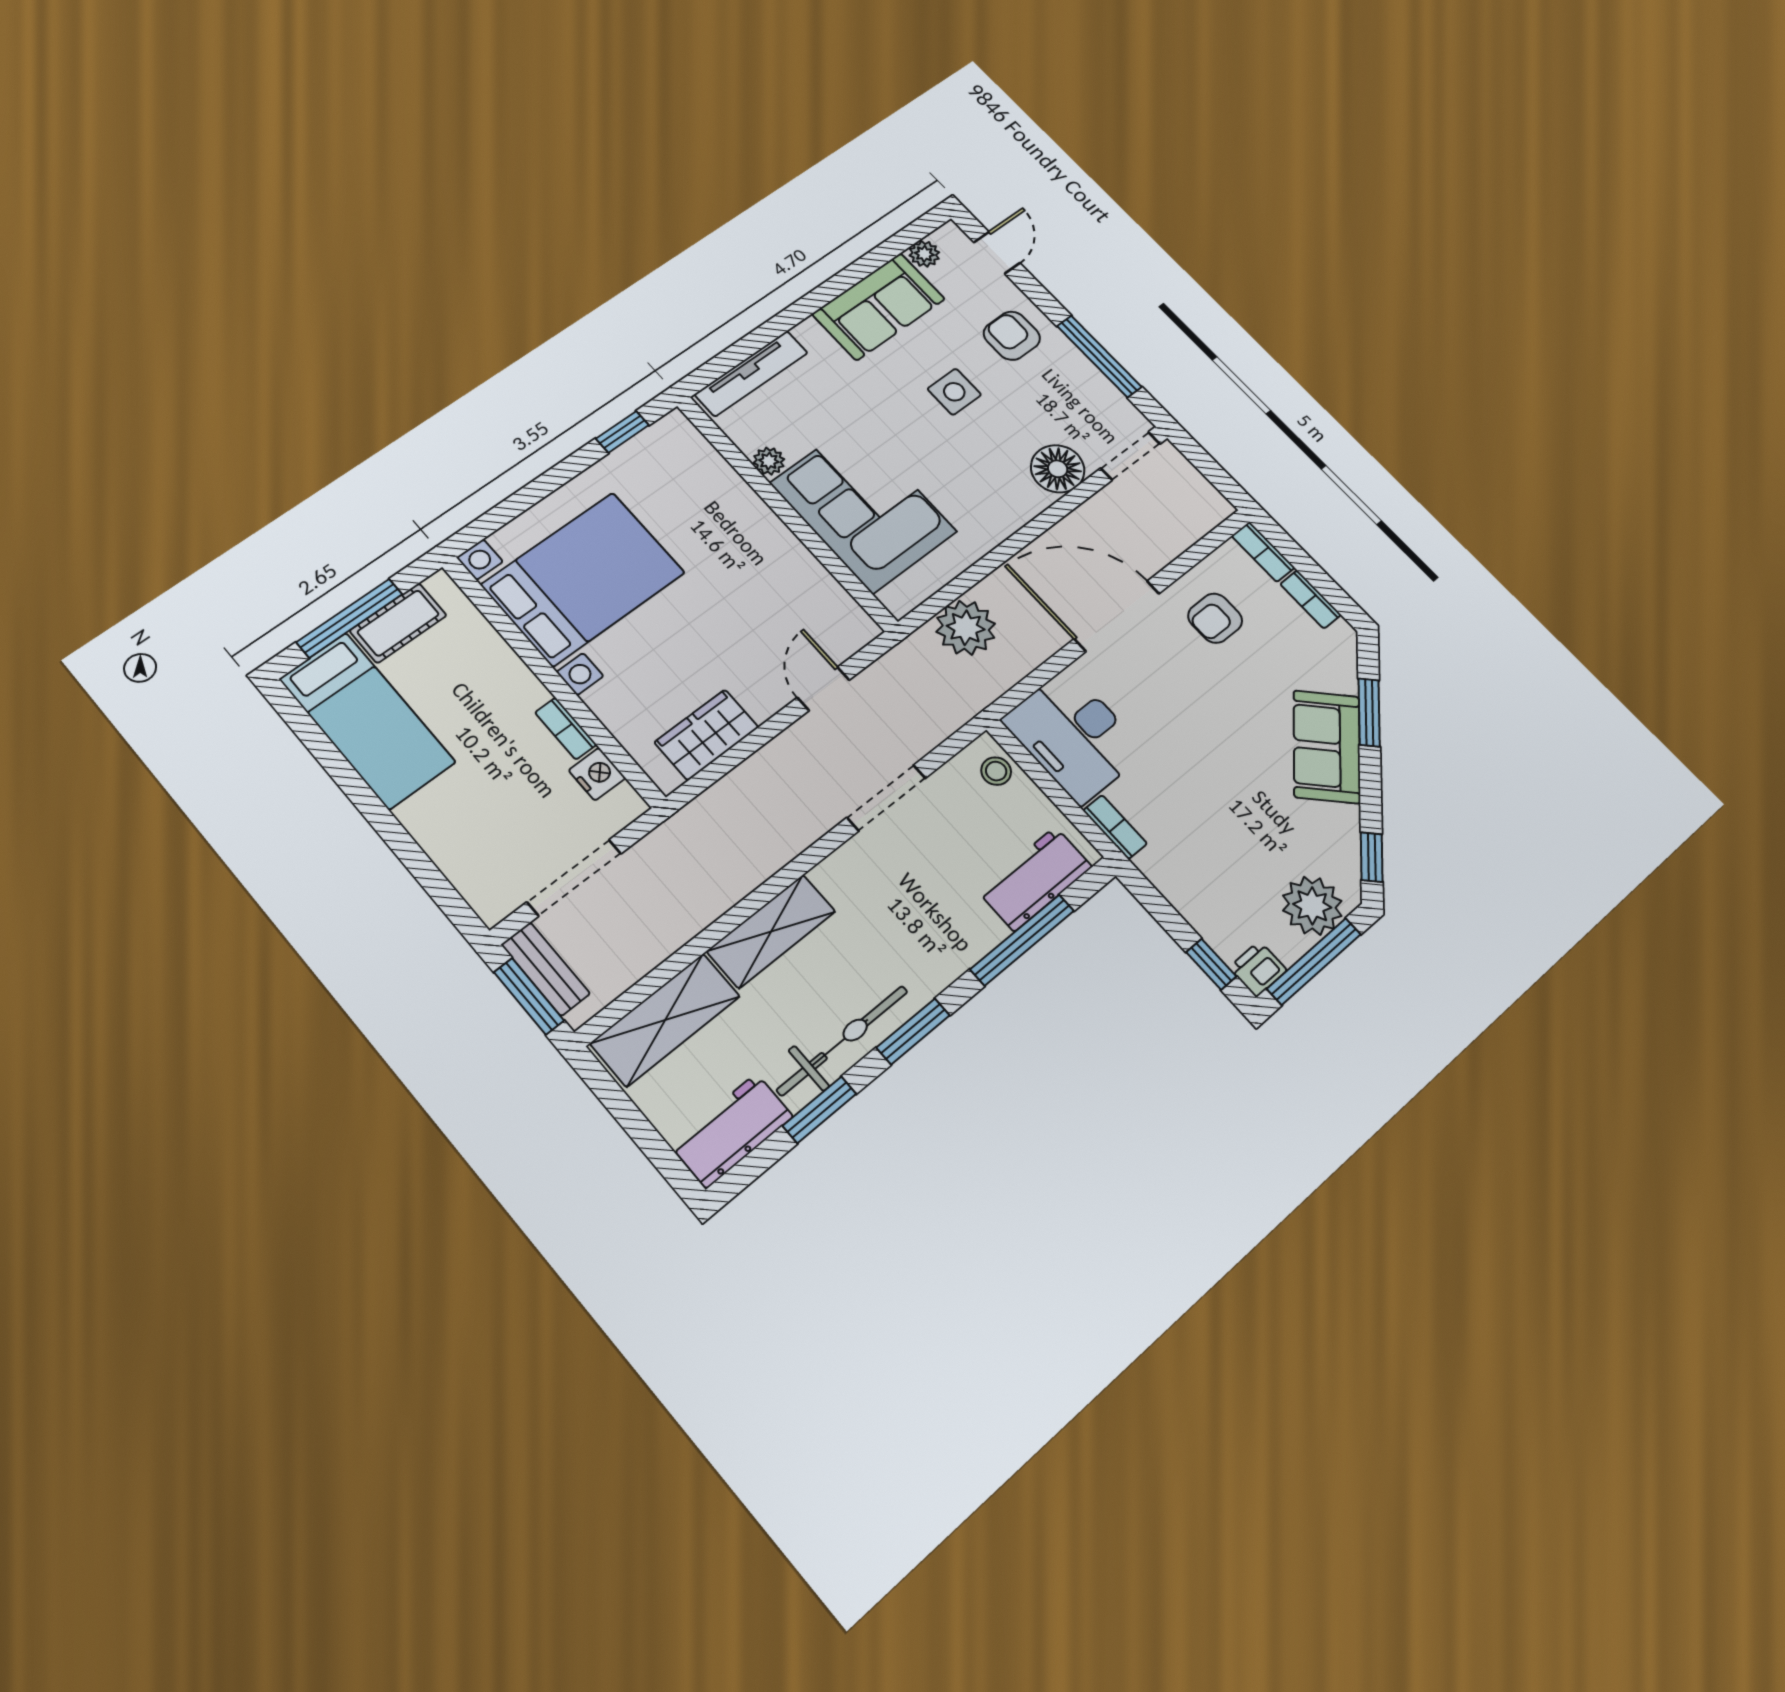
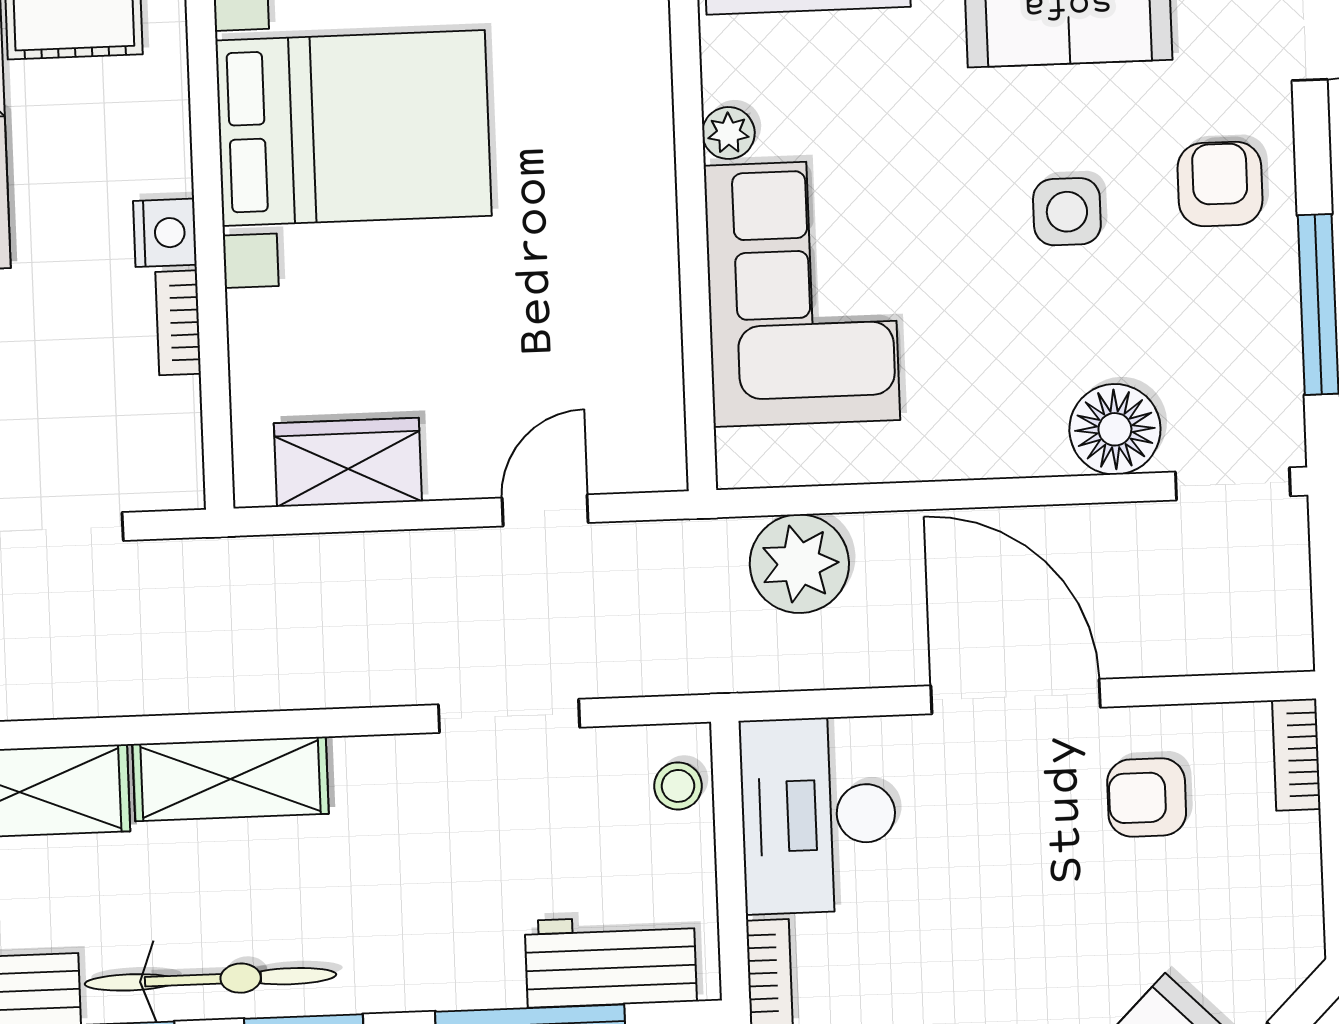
bookcase: (1311, 599) -> (1302, 868), removed
nightstand: (597, 774) -> (165, 233), moved

